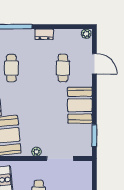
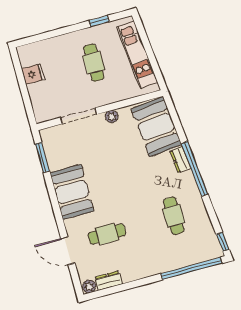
dresser: (44, 34) -> (108, 281), moved
cafe table: (63, 68) -> (107, 234), turned 90

